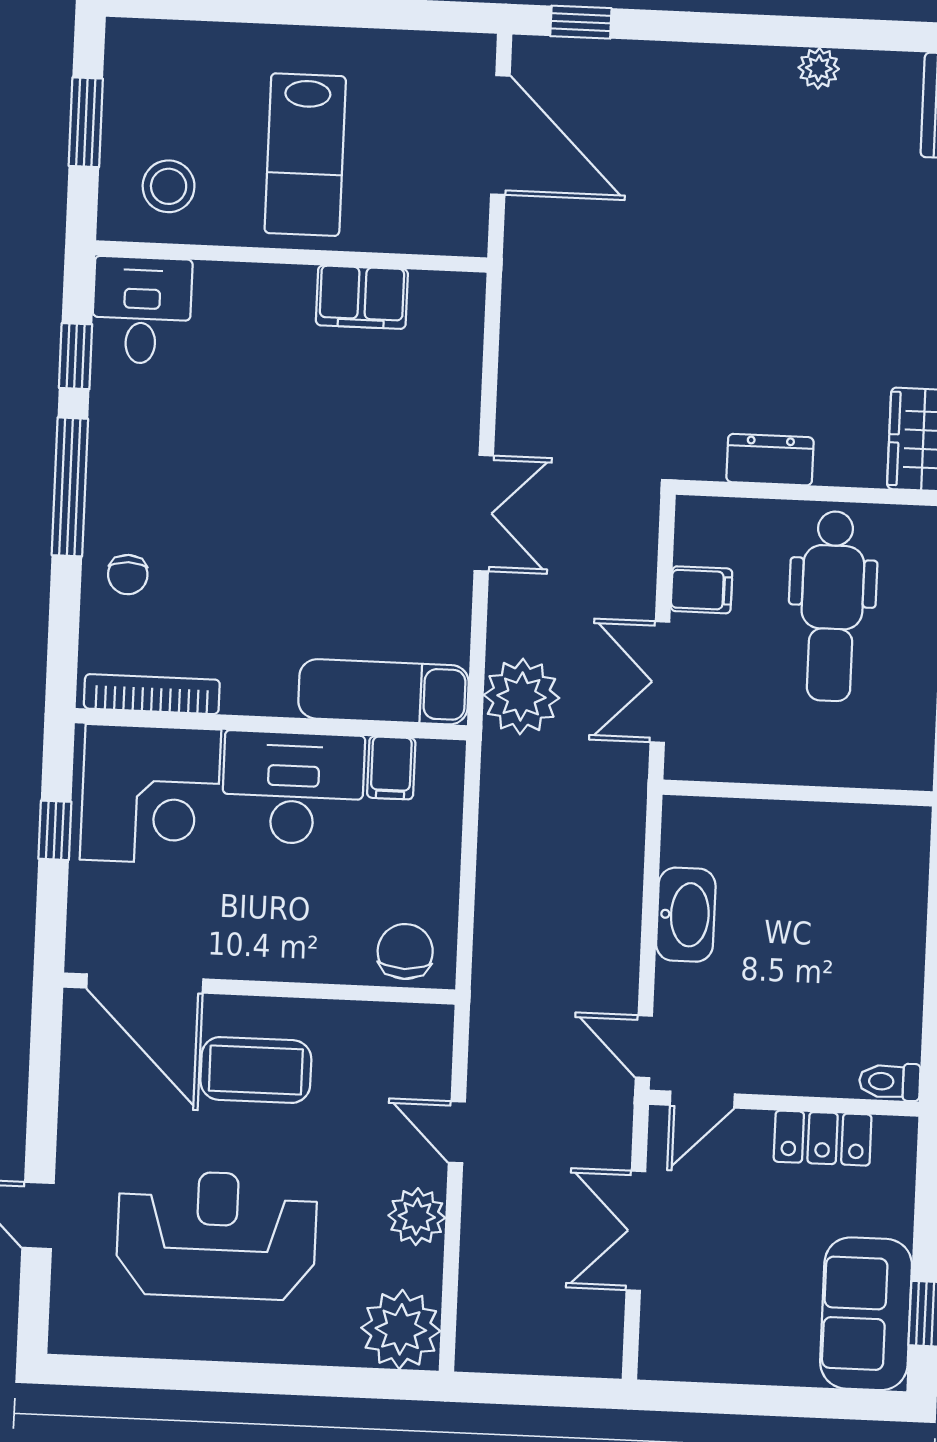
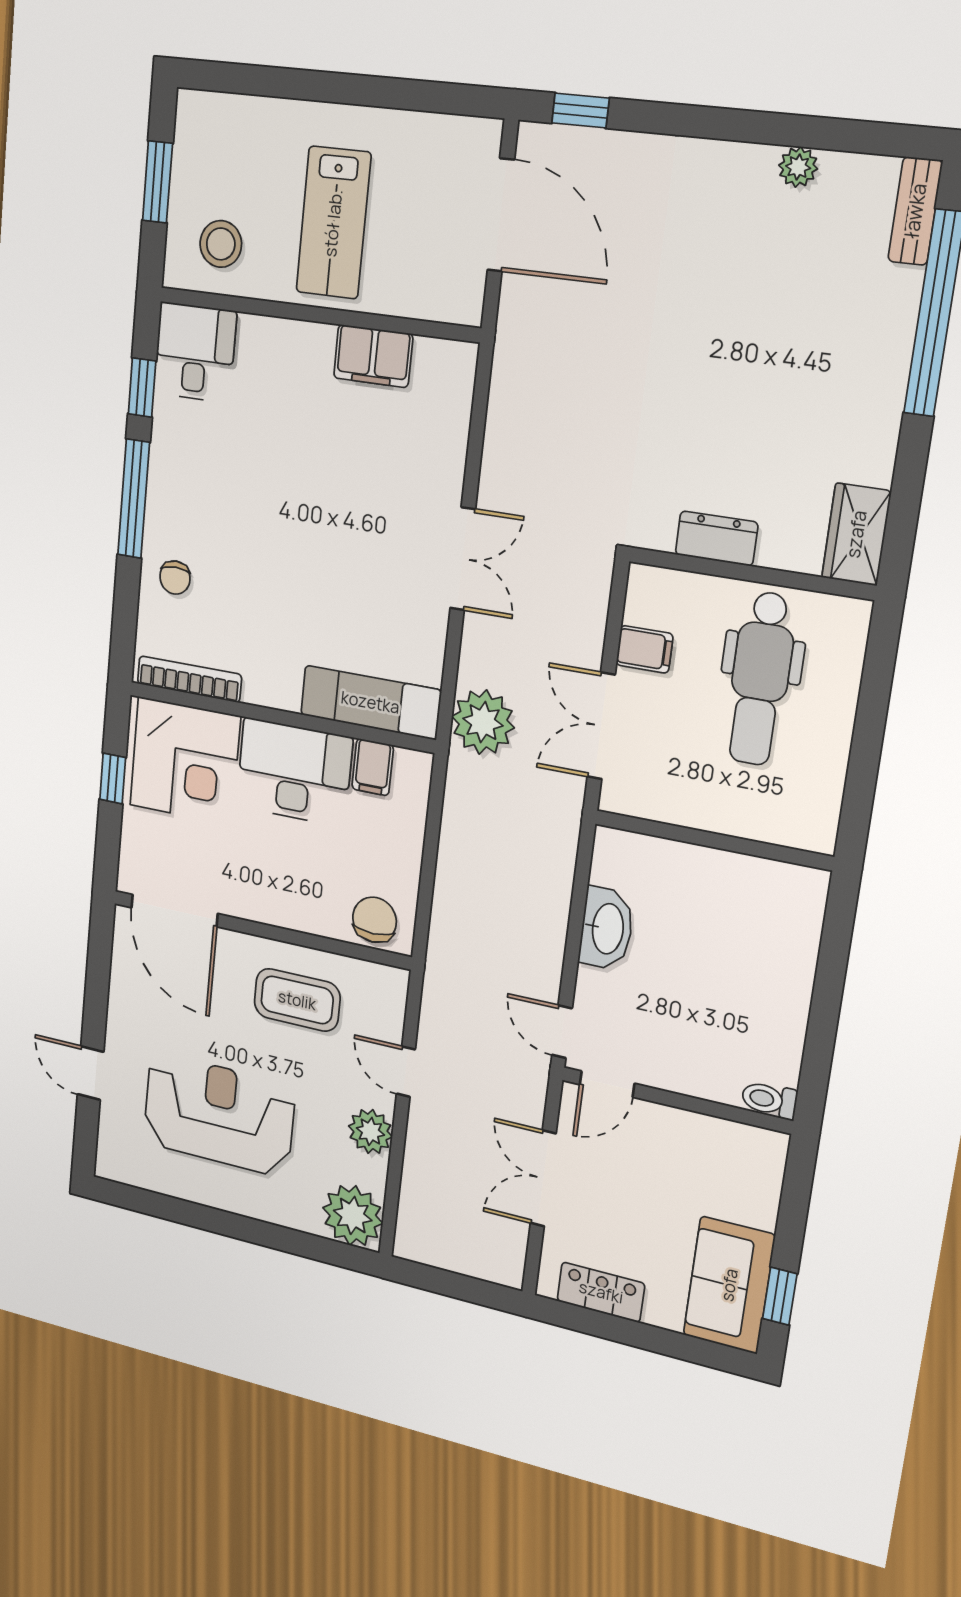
coffee table: (256, 1070) -> (297, 1000), moved
locker: (823, 1138) -> (601, 1292), moved, turned 180

